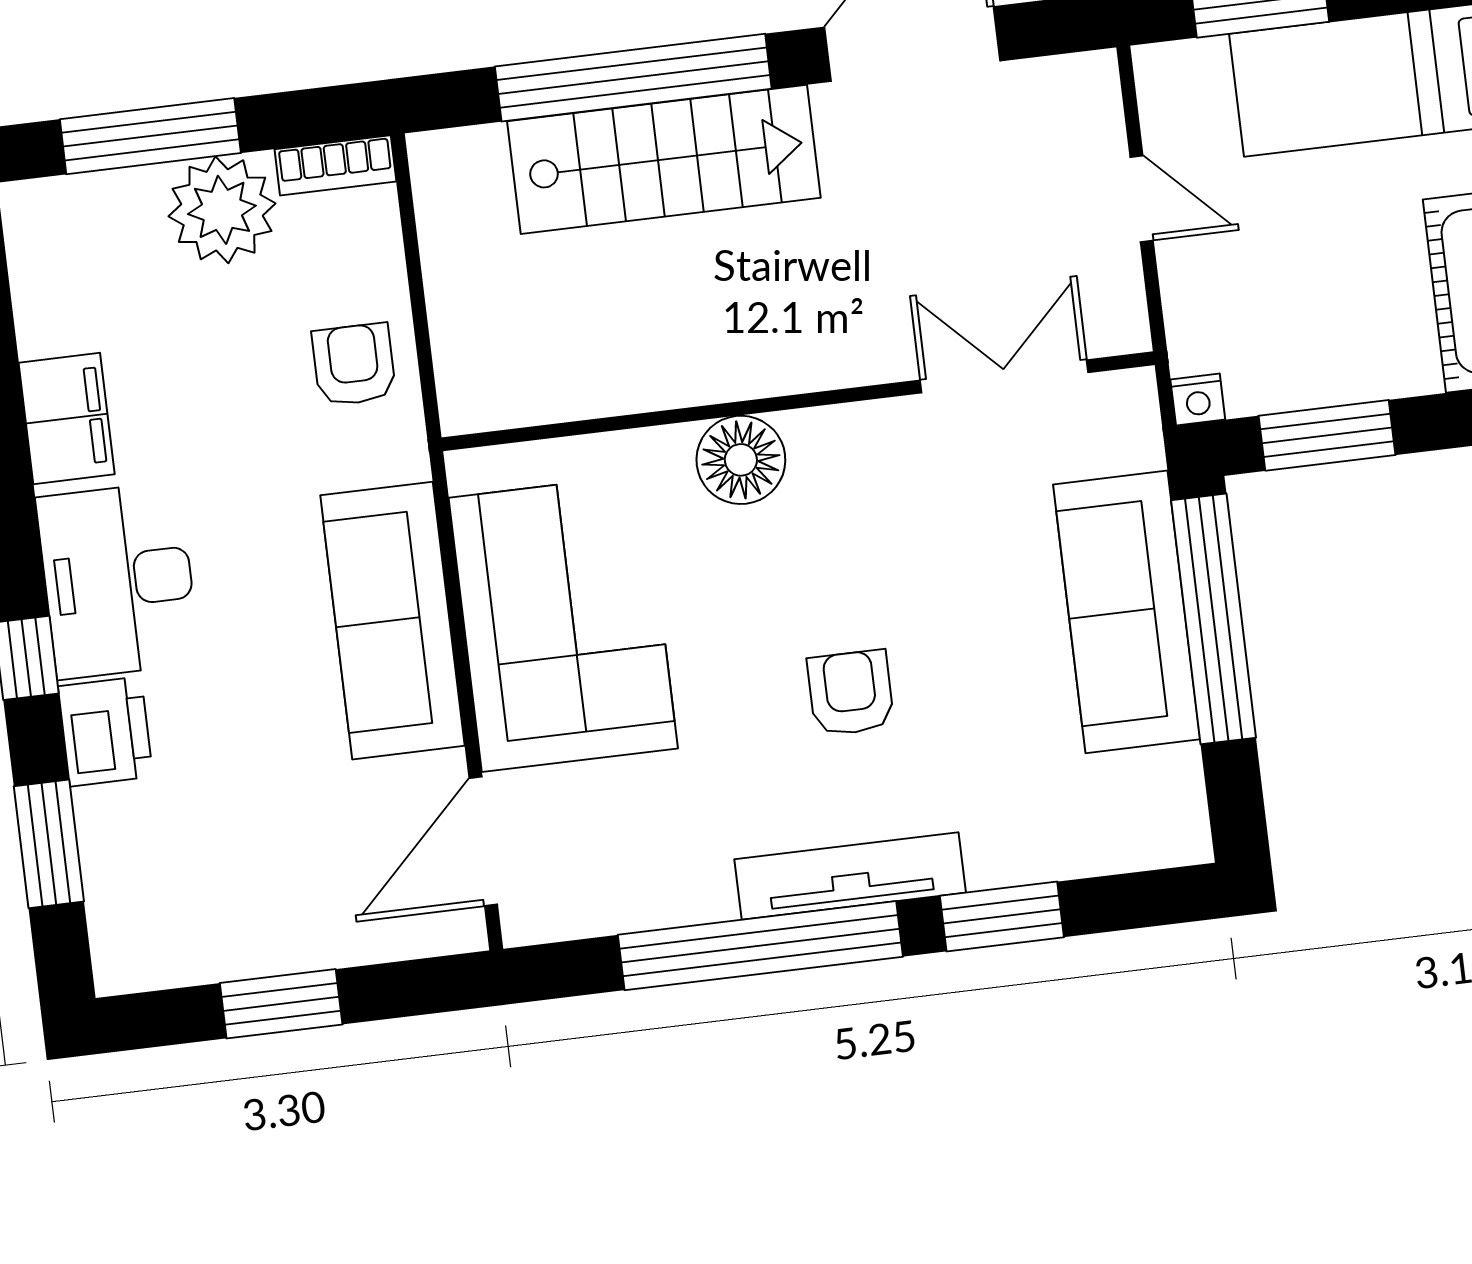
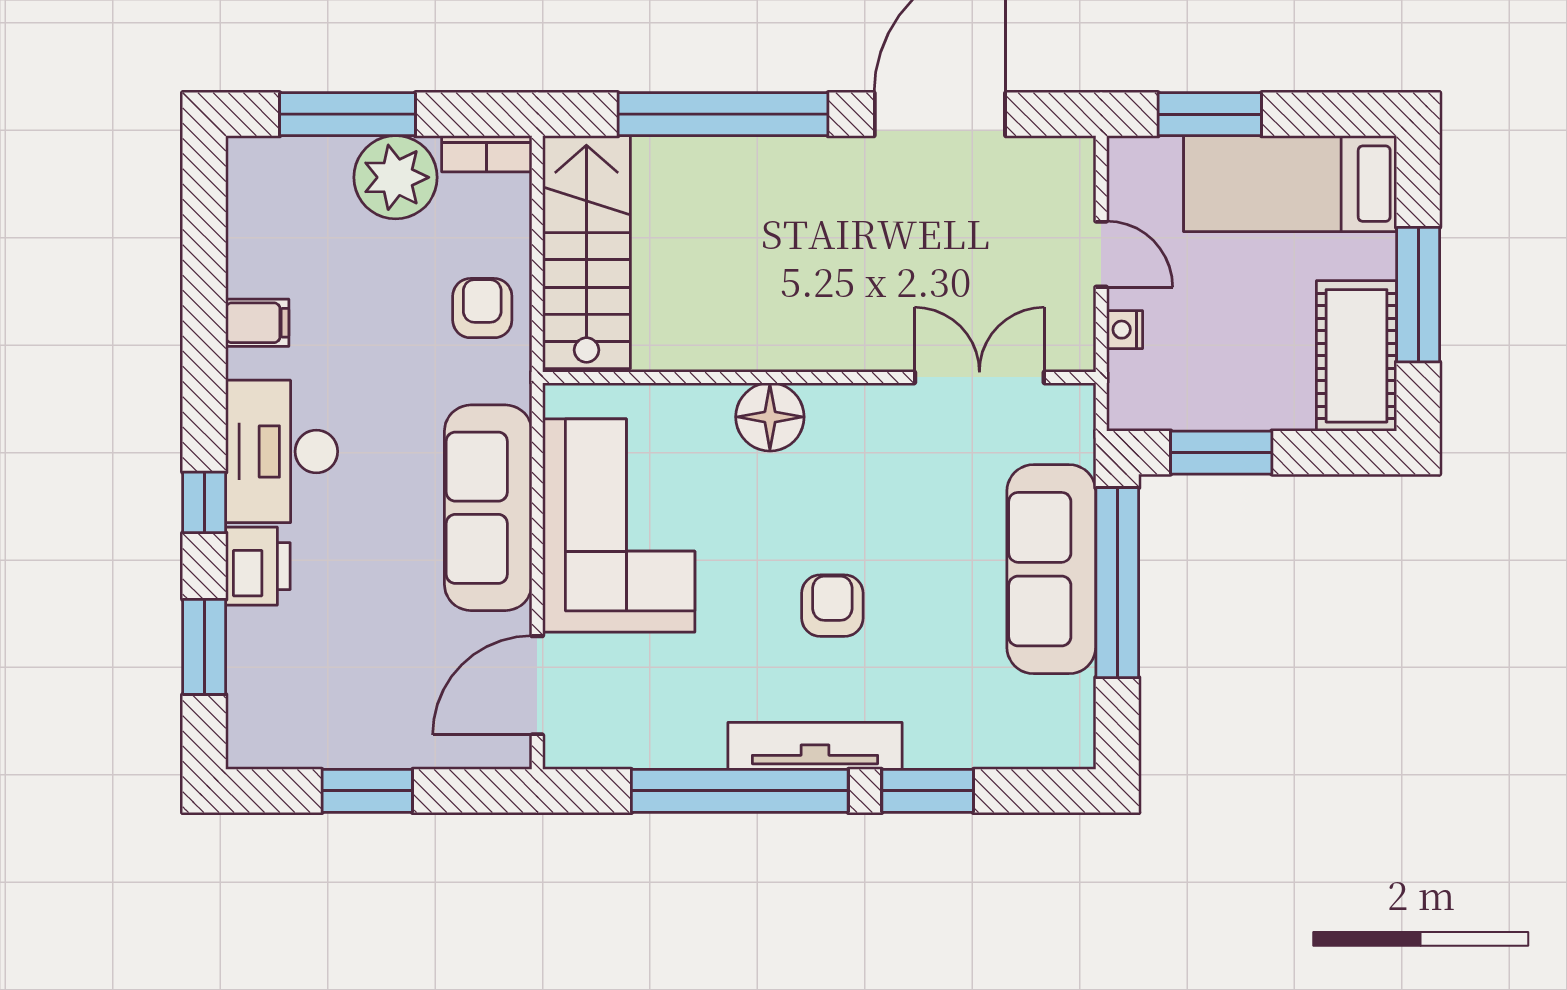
stairs: (664, 159) -> (586, 252), moved, turned -90
nightstand: (1198, 400) -> (1125, 330), moved, turned 90
filing cabinet: (67, 418) -> (257, 323), width x0.50

